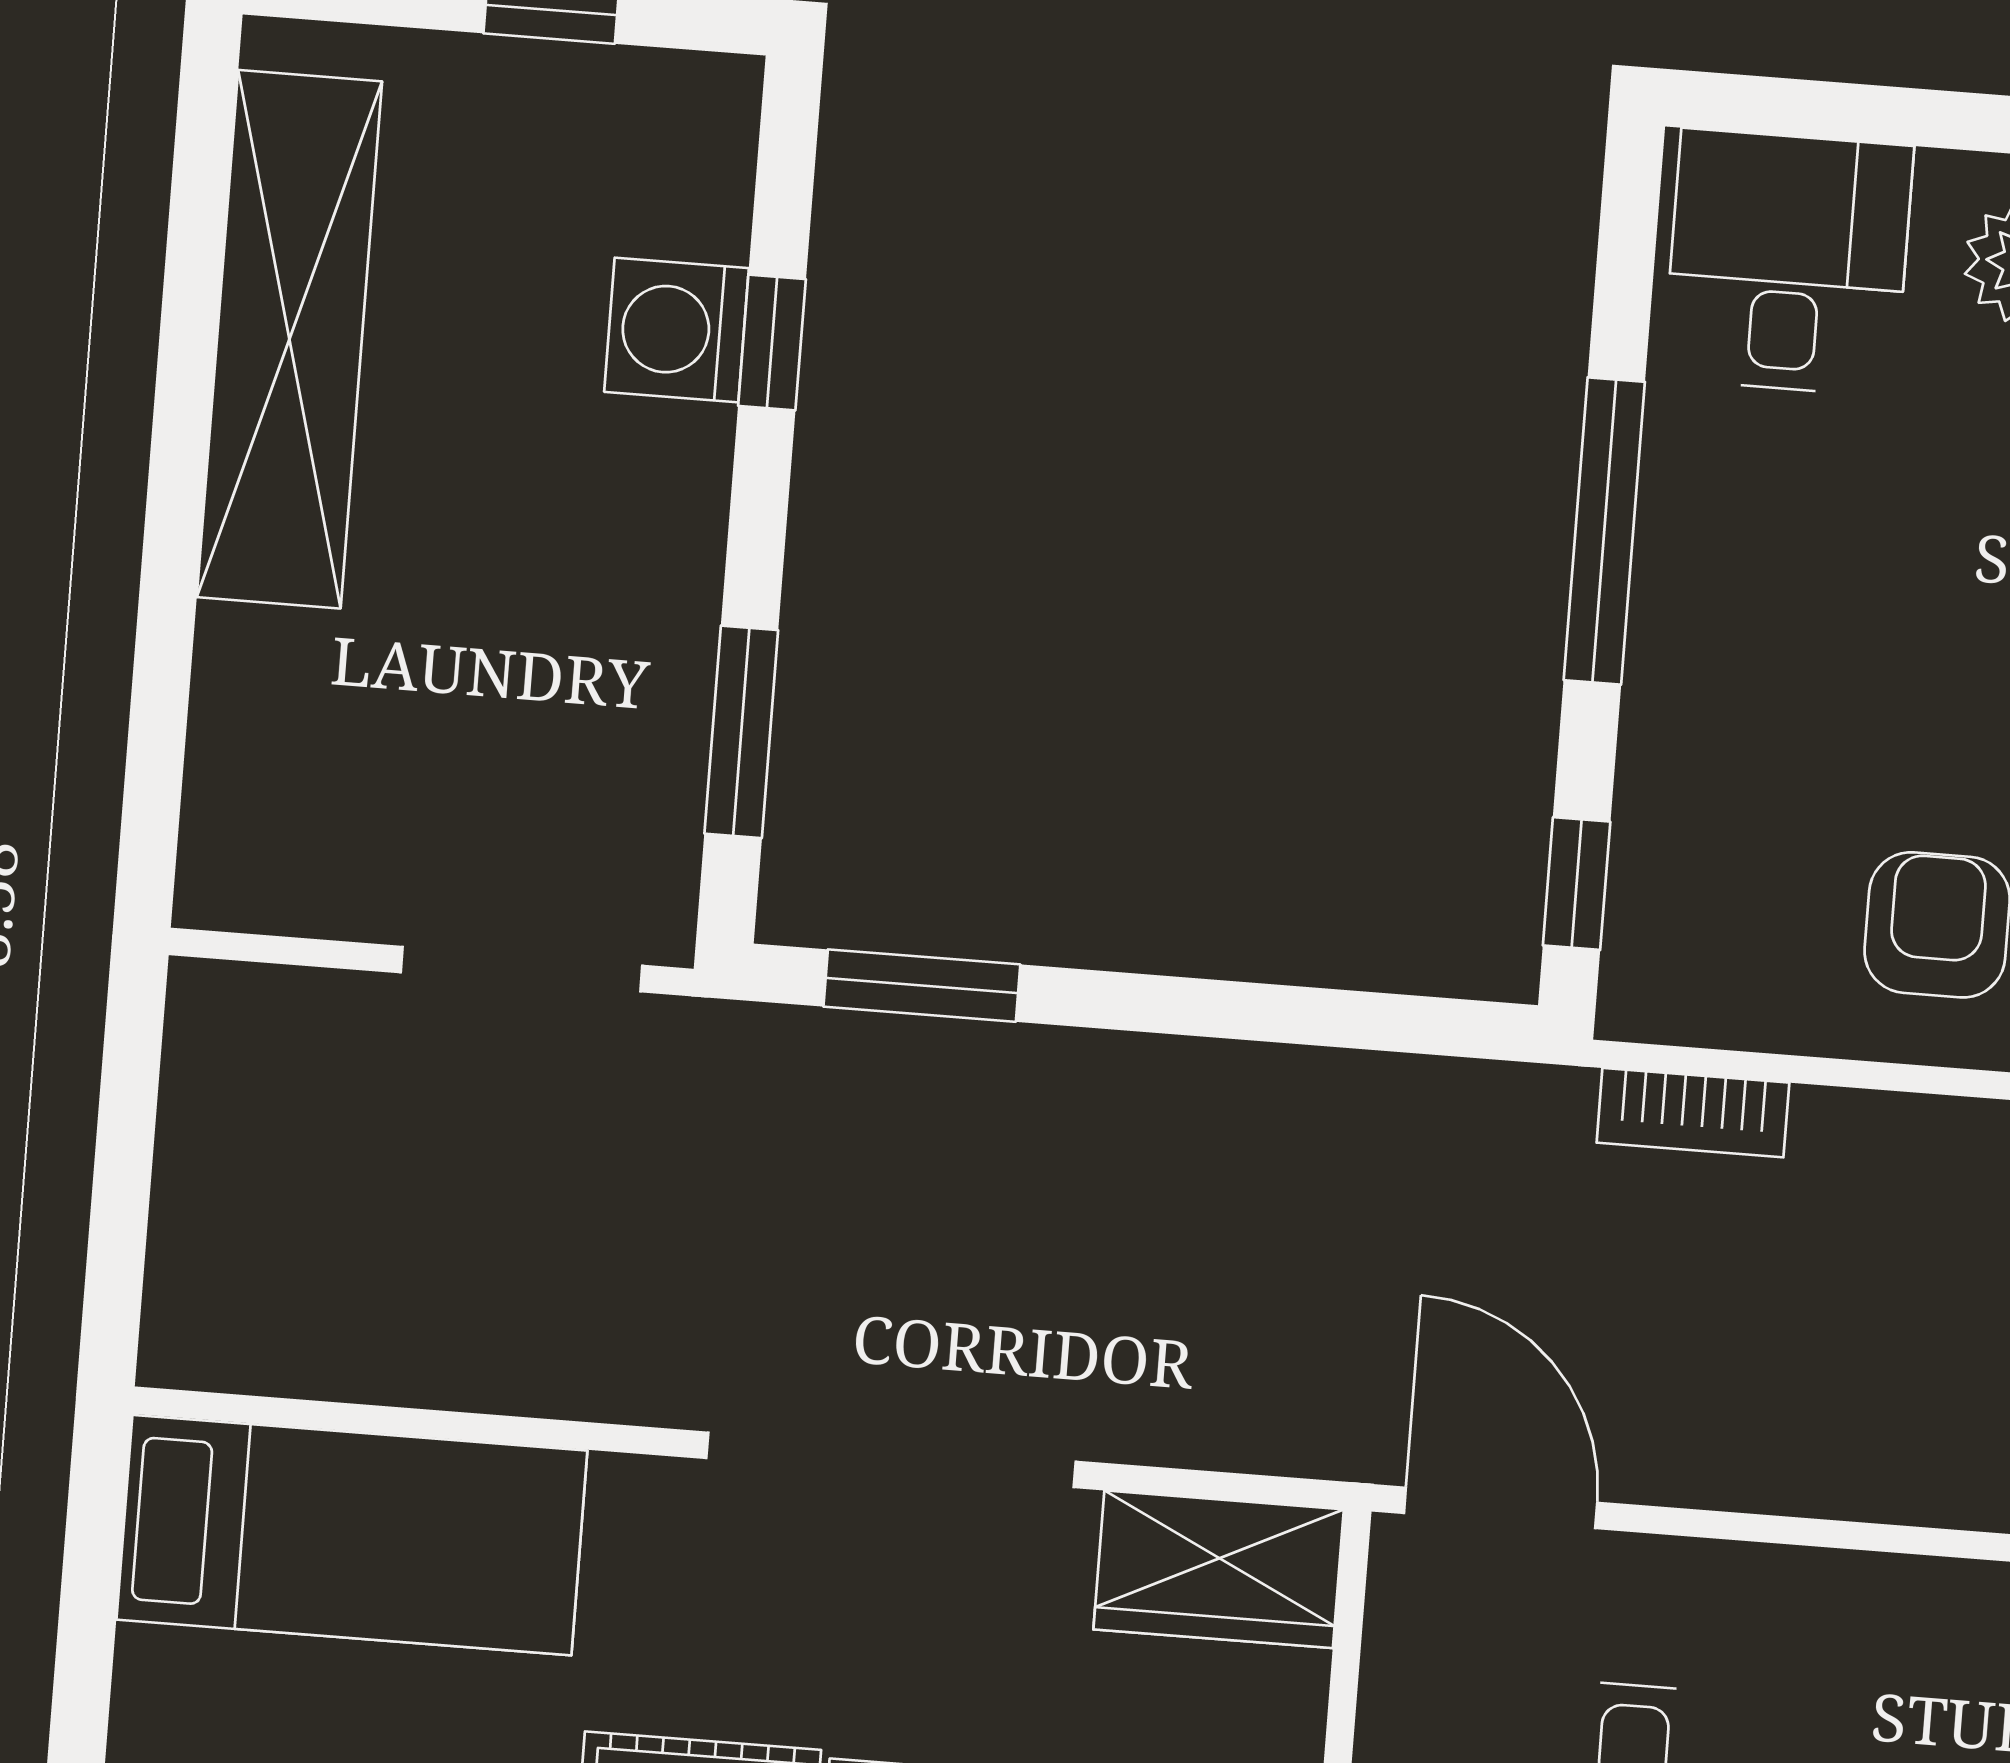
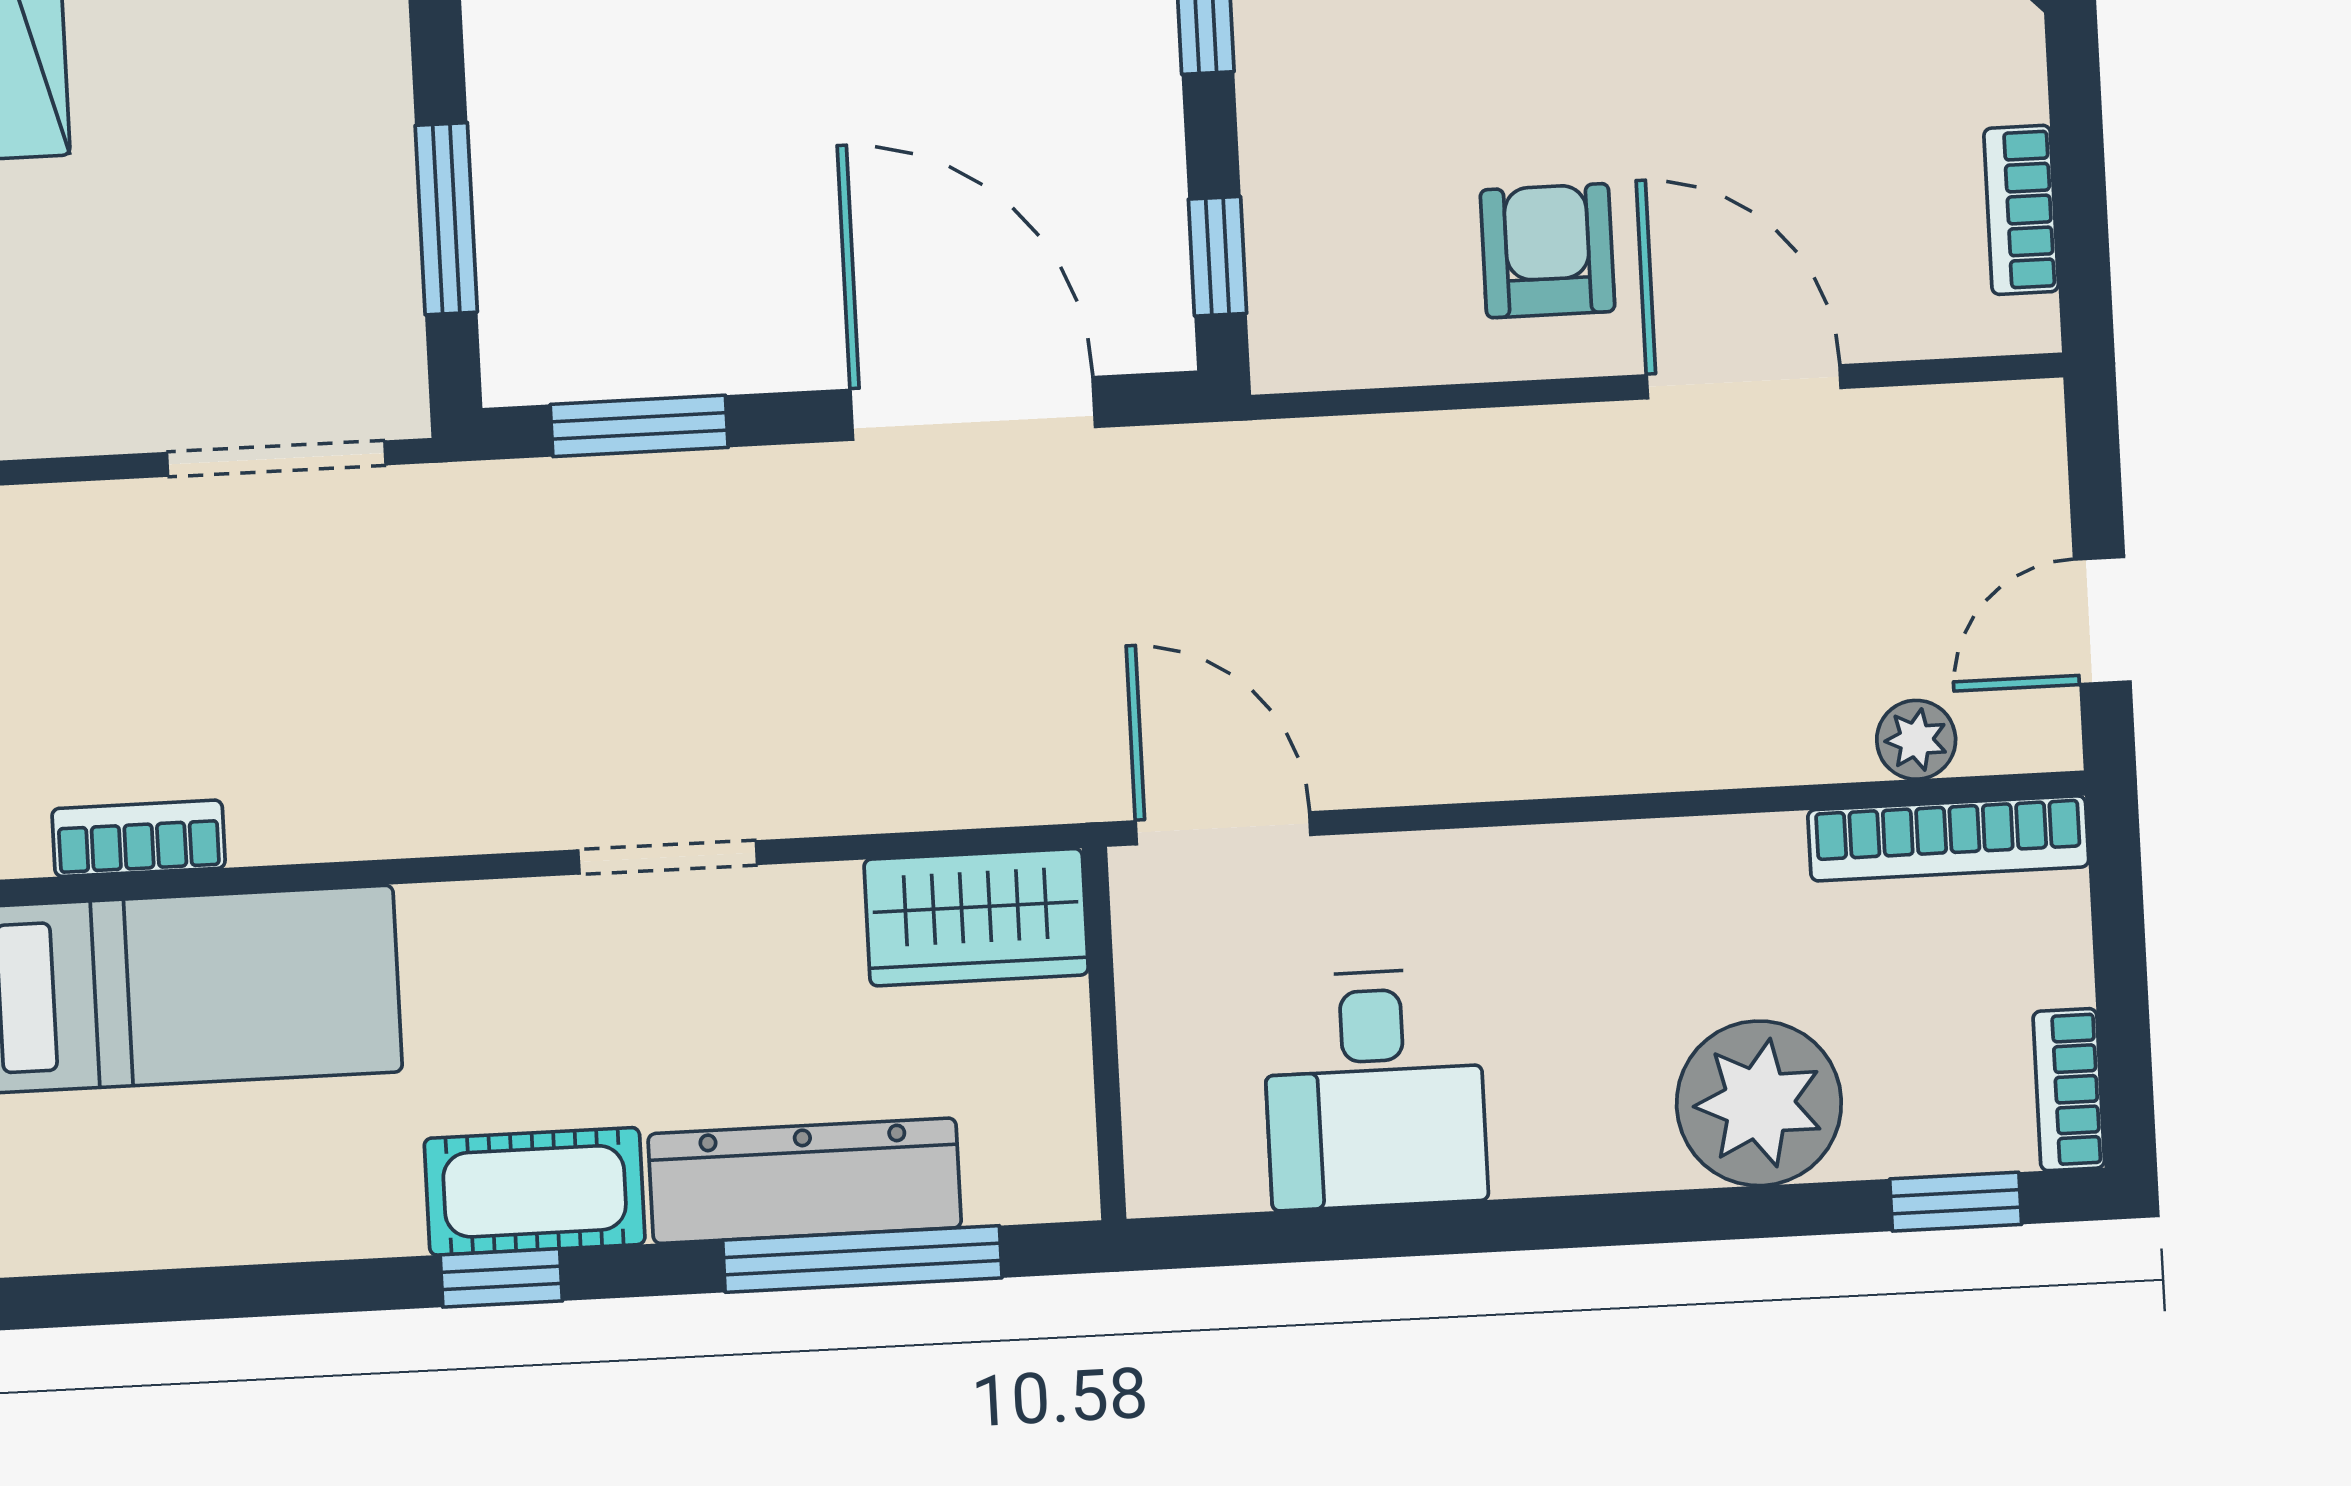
door: (1288, 1014) -> (973, 408), added
bookcase: (1693, 1113) -> (139, 838), moved, turned 180
doorway: (891, 1460) -> (668, 857), width x0.53

